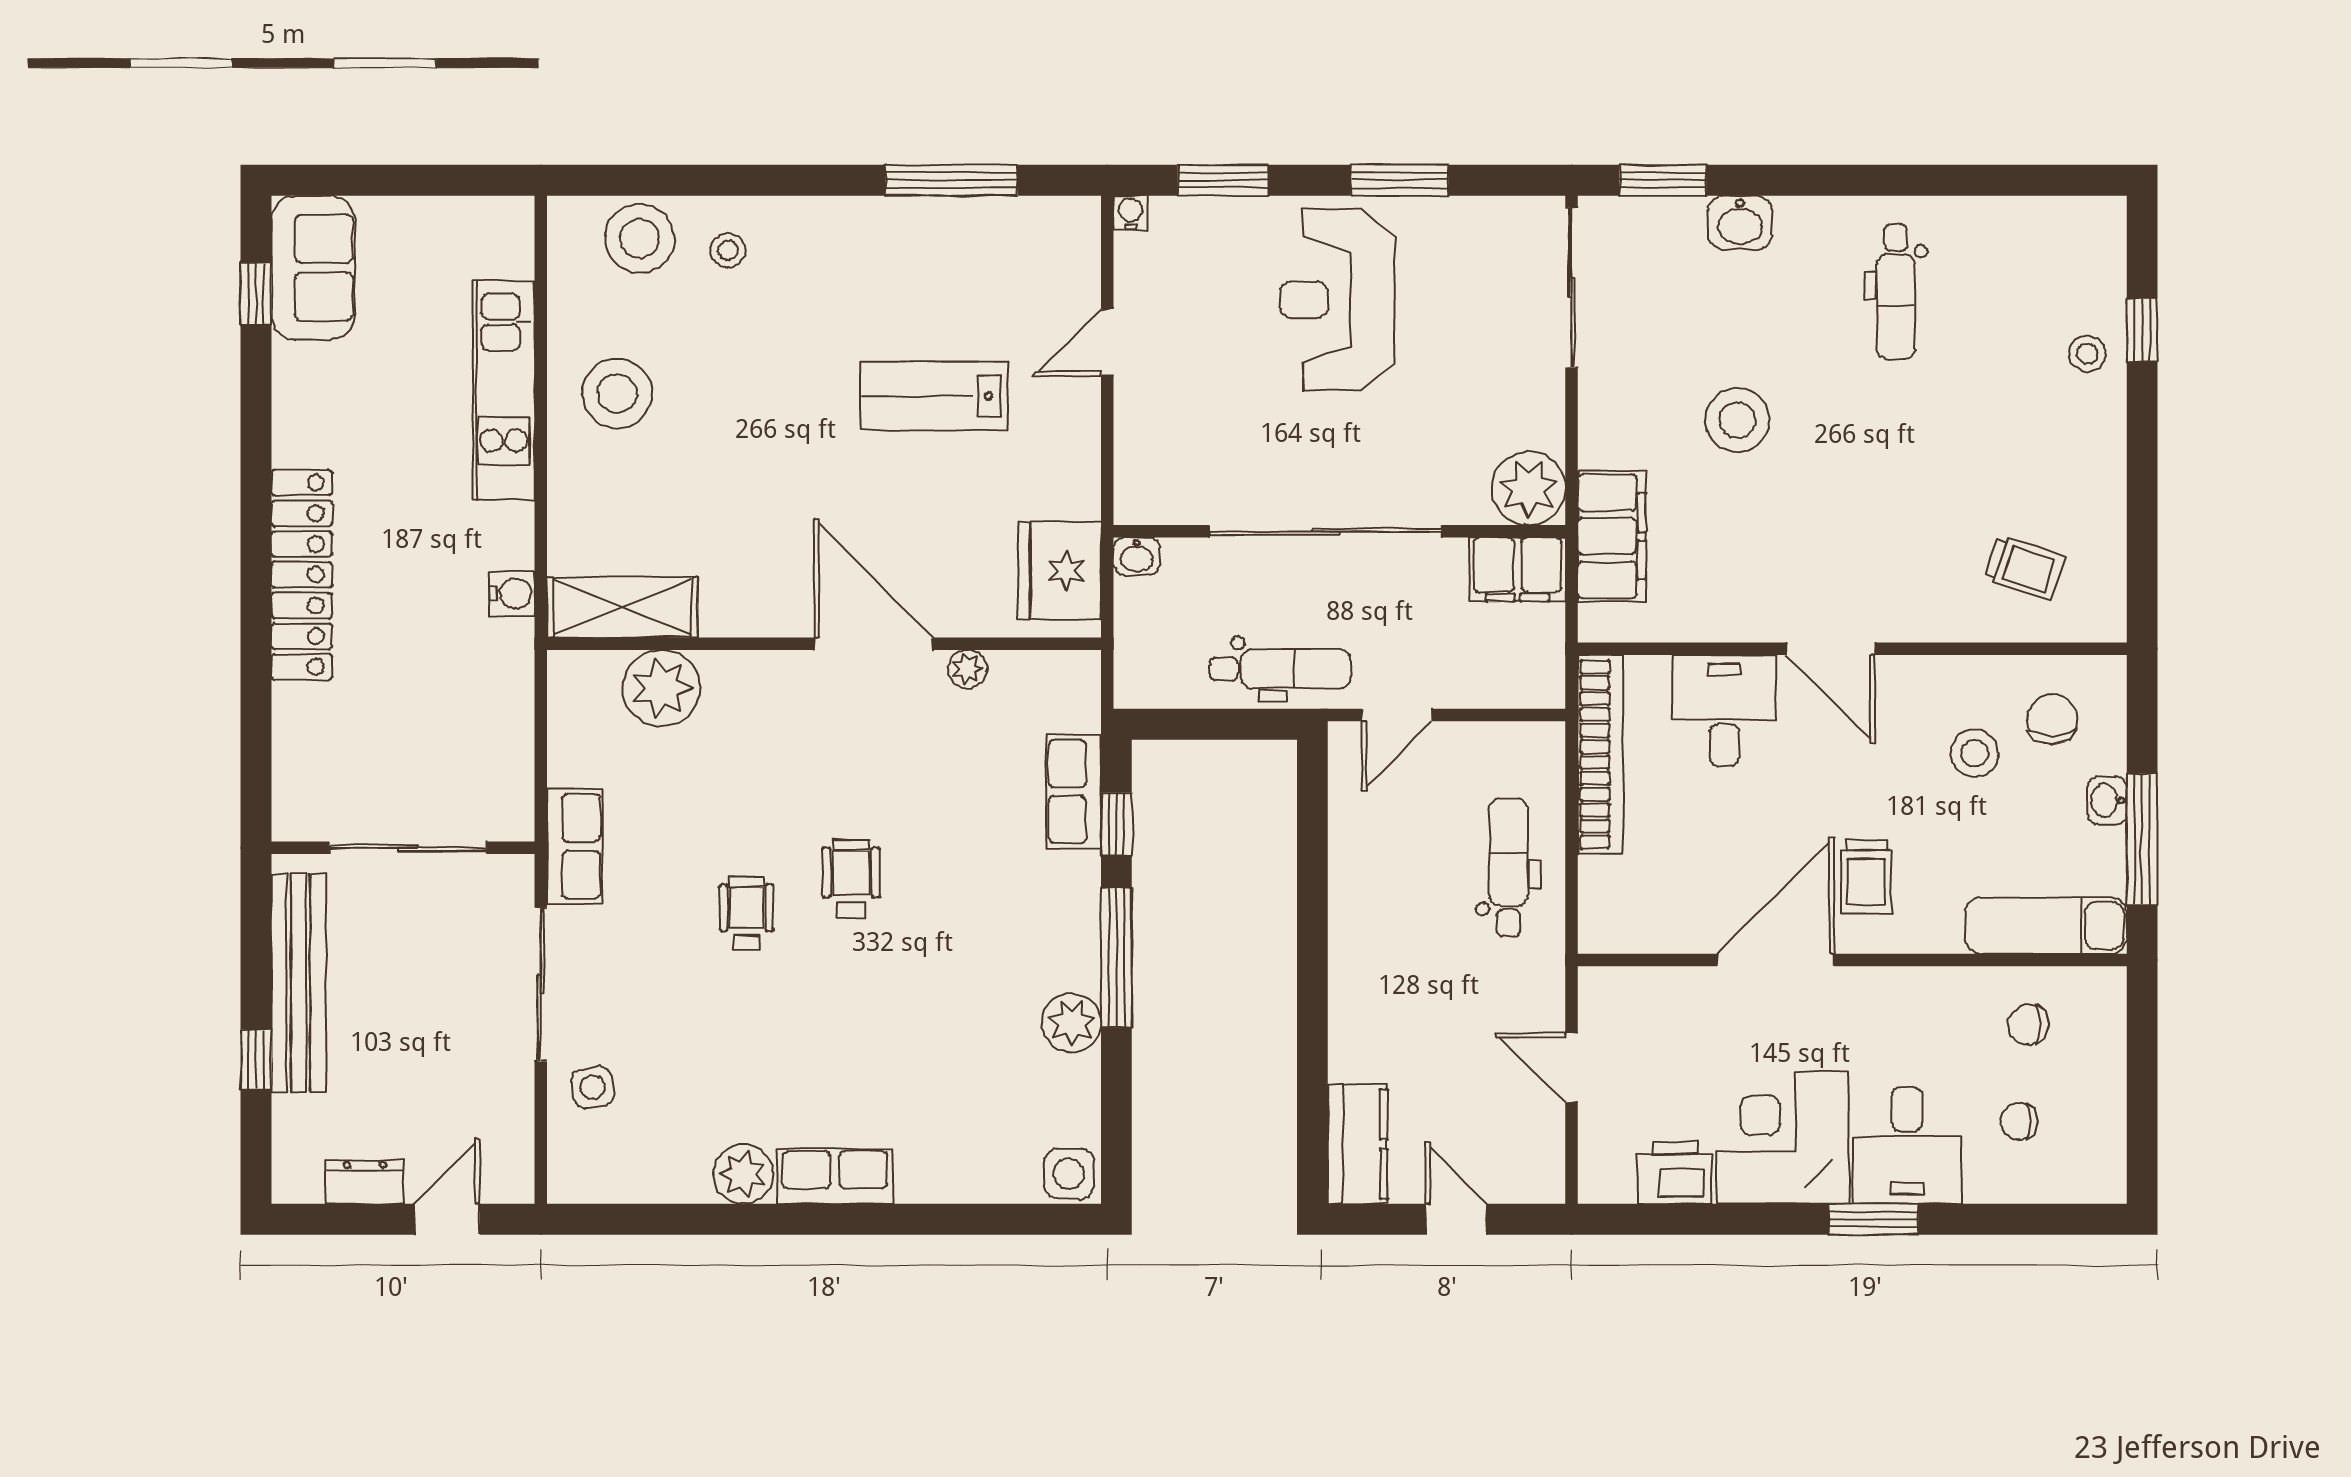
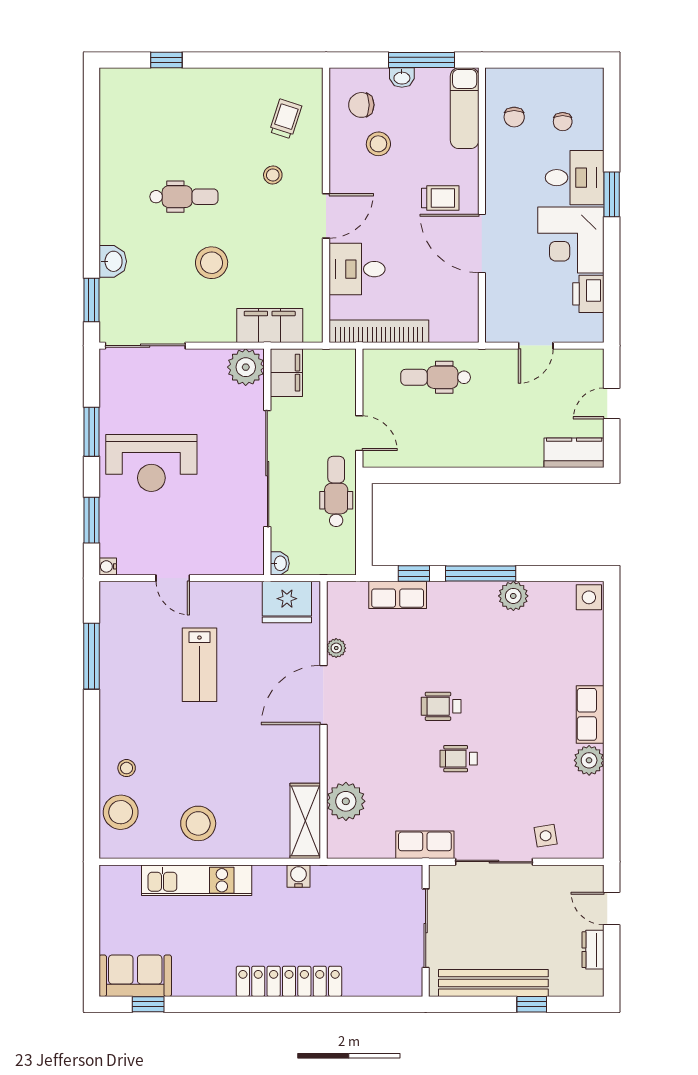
dental chair: (1896, 292) -> (184, 197), moved
stool: (2087, 354) -> (273, 175), moved

